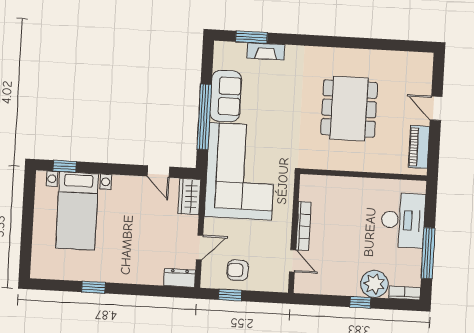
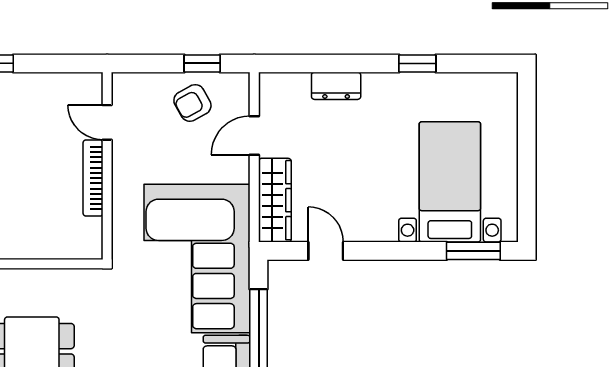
window: (65, 166) -> (473, 251), width x1.50
wardrobe: (189, 197) -> (275, 200), width x1.50
armchair: (238, 270) -> (192, 103), turned 151
dresser: (180, 278) -> (336, 86), moved

